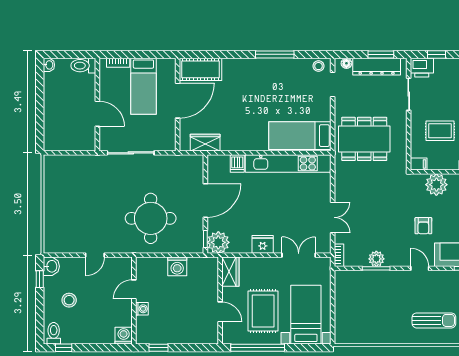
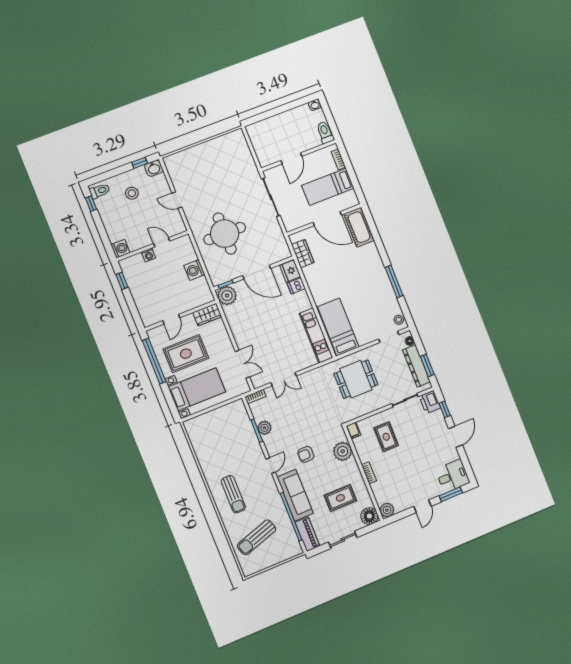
dining table: (364, 139) -> (356, 379), width x0.73
kitchen unit: (288, 163) -> (316, 336), width x0.73
fridge: (263, 244) -> (290, 271), moved, turned 180

